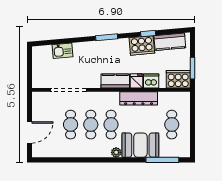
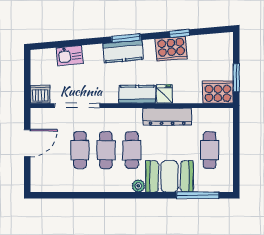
kitchen counter: (170, 42) -> (123, 51), moved
dishwasher: (151, 81) -> (40, 94), moved
door: (30, 132) -> (27, 143), moved

